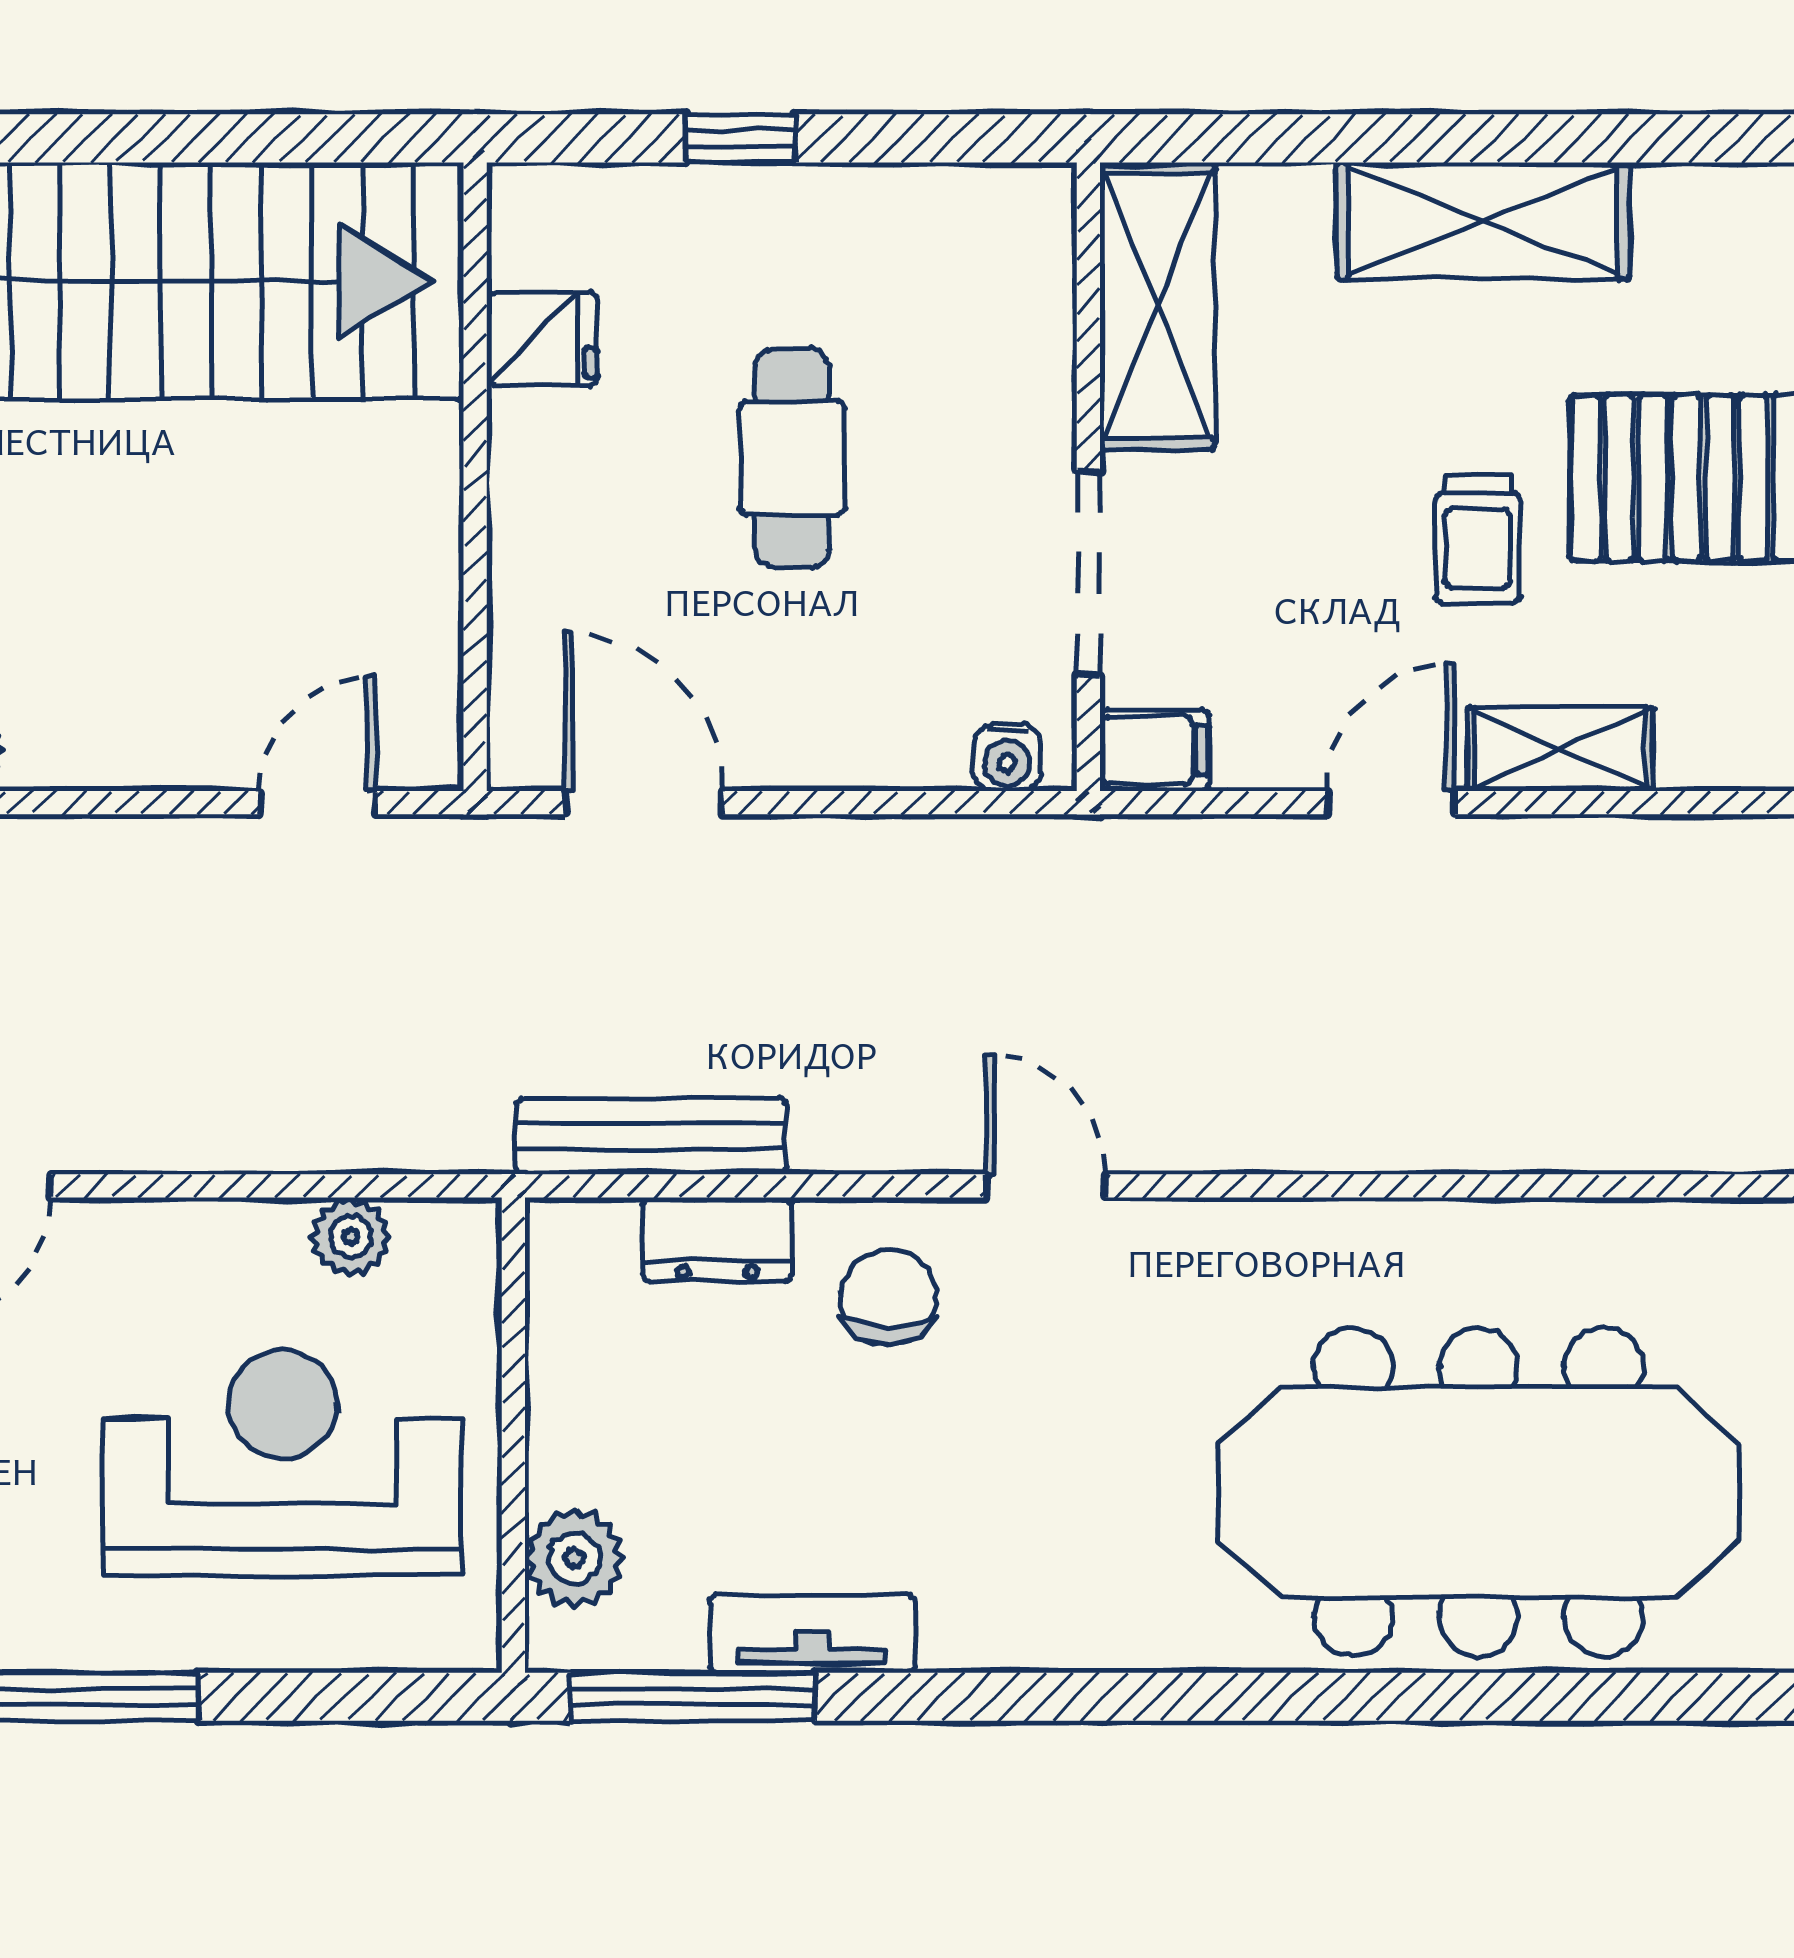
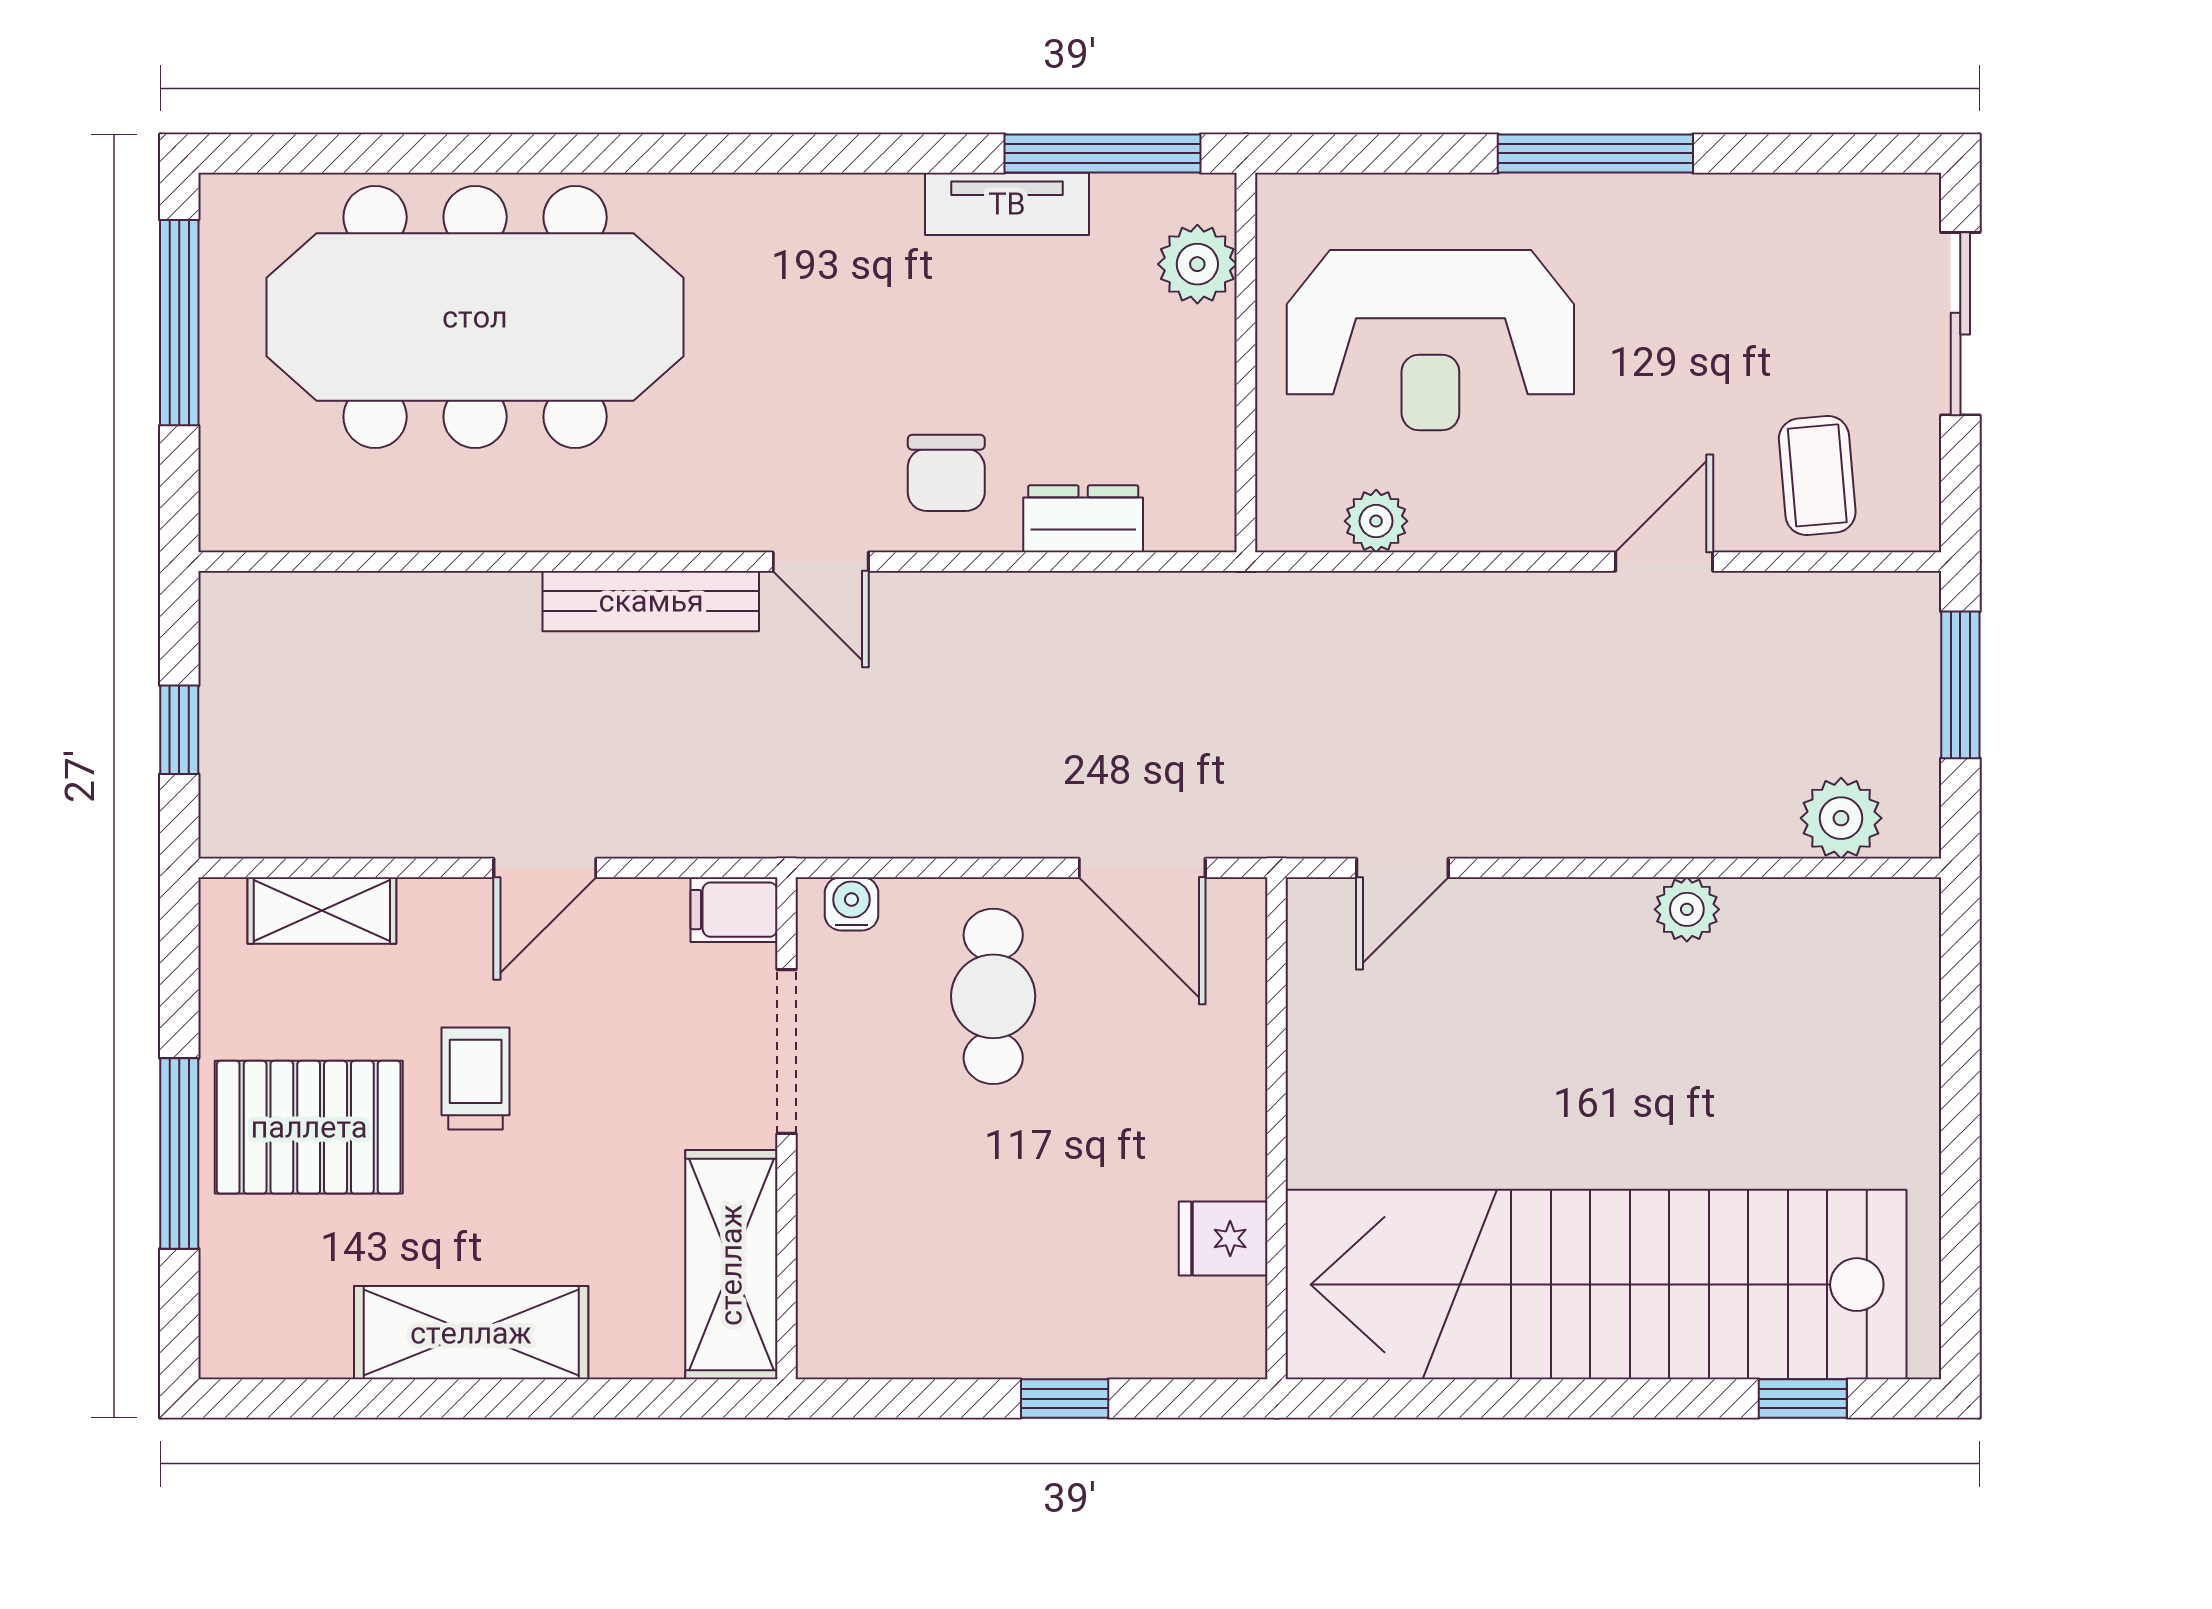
cafe table: (792, 458) -> (993, 996), moved
shelving: (1560, 749) -> (322, 910), moved
bench: (651, 1137) -> (651, 601), moved

